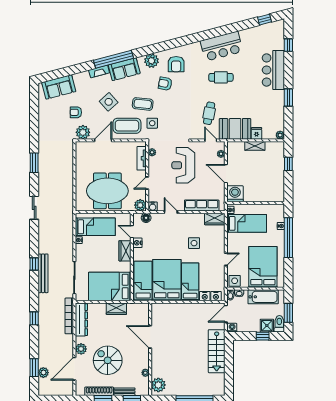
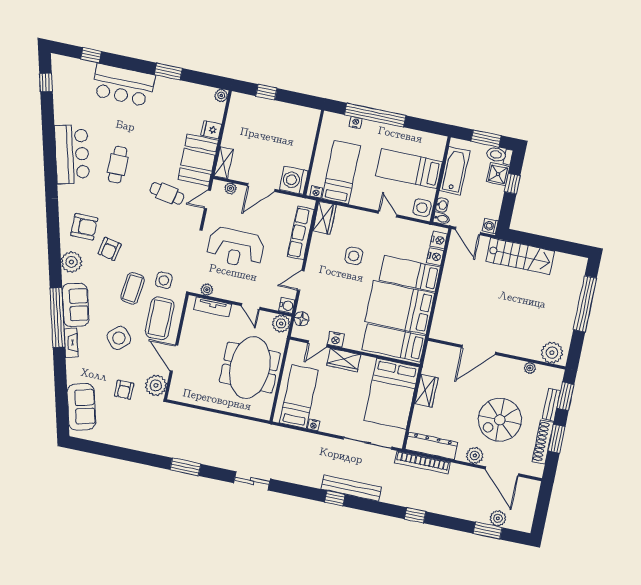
shelving: (255, 146) -> (224, 163), moved
bed: (263, 267) -> (409, 169), width x0.67

